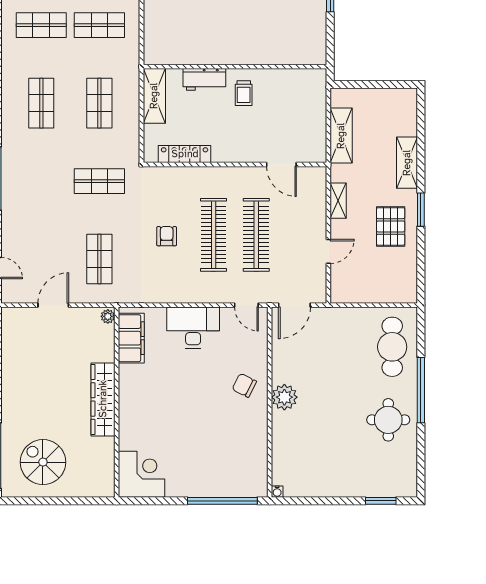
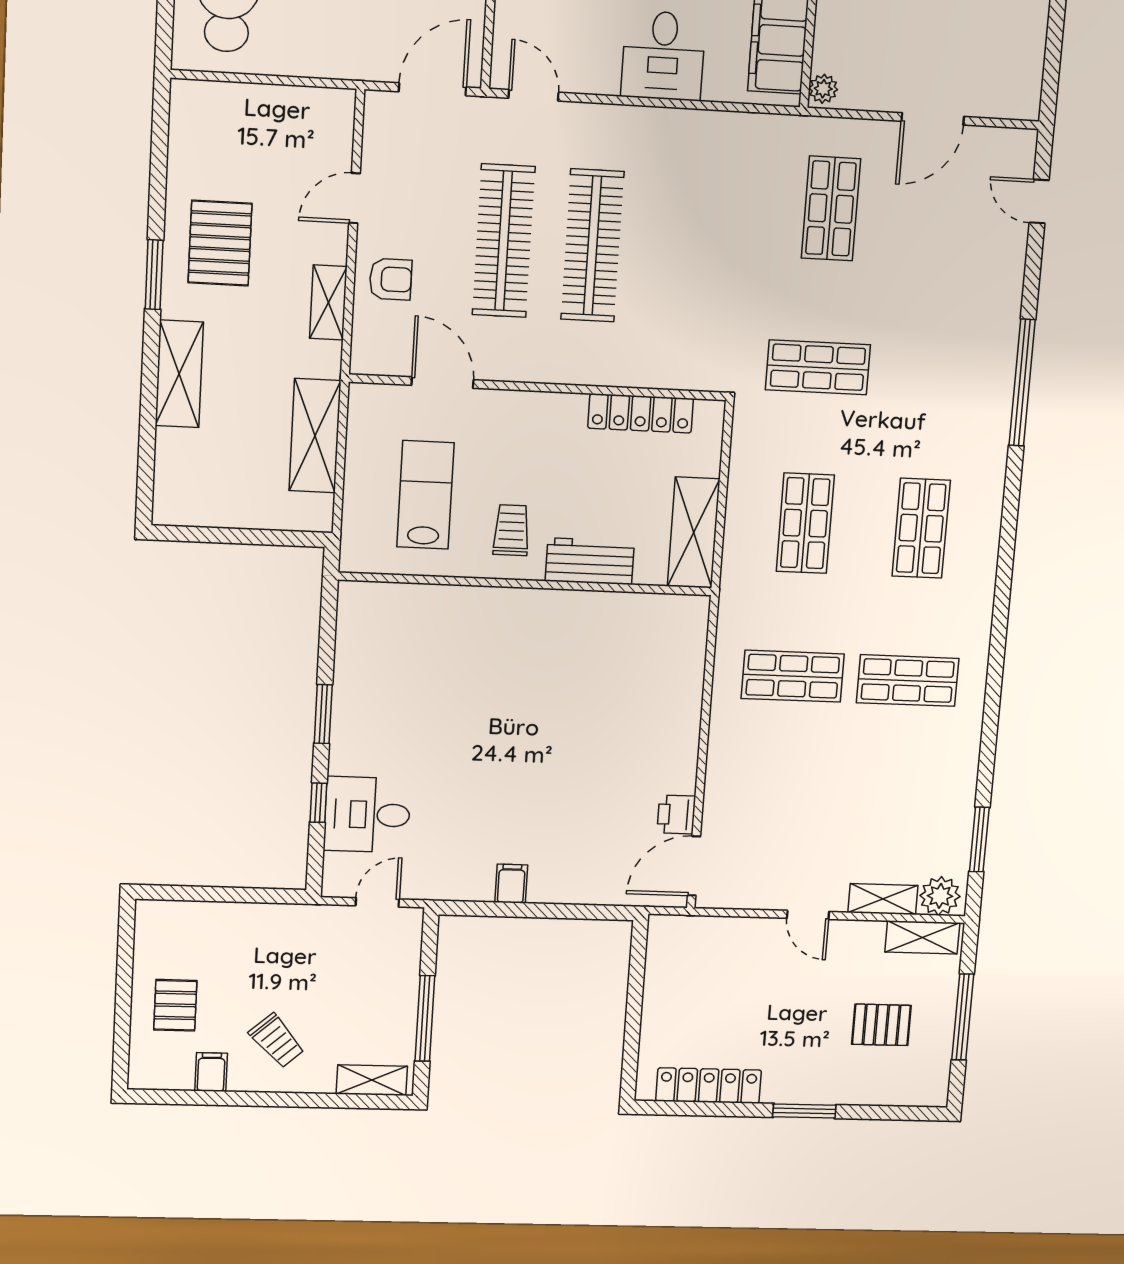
lab bench: (286, 109) -> (425, 495), added
armchair: (167, 236) -> (391, 279), moved, turned -90
desk: (193, 328) -> (663, 56), width x0.73

